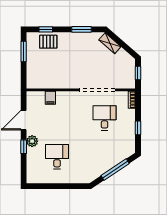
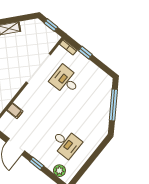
window: (138, 128) -> (85, 53), moved
plant: (32, 141) -> (59, 171), moved
desk: (57, 157) -> (66, 143), turned 180

